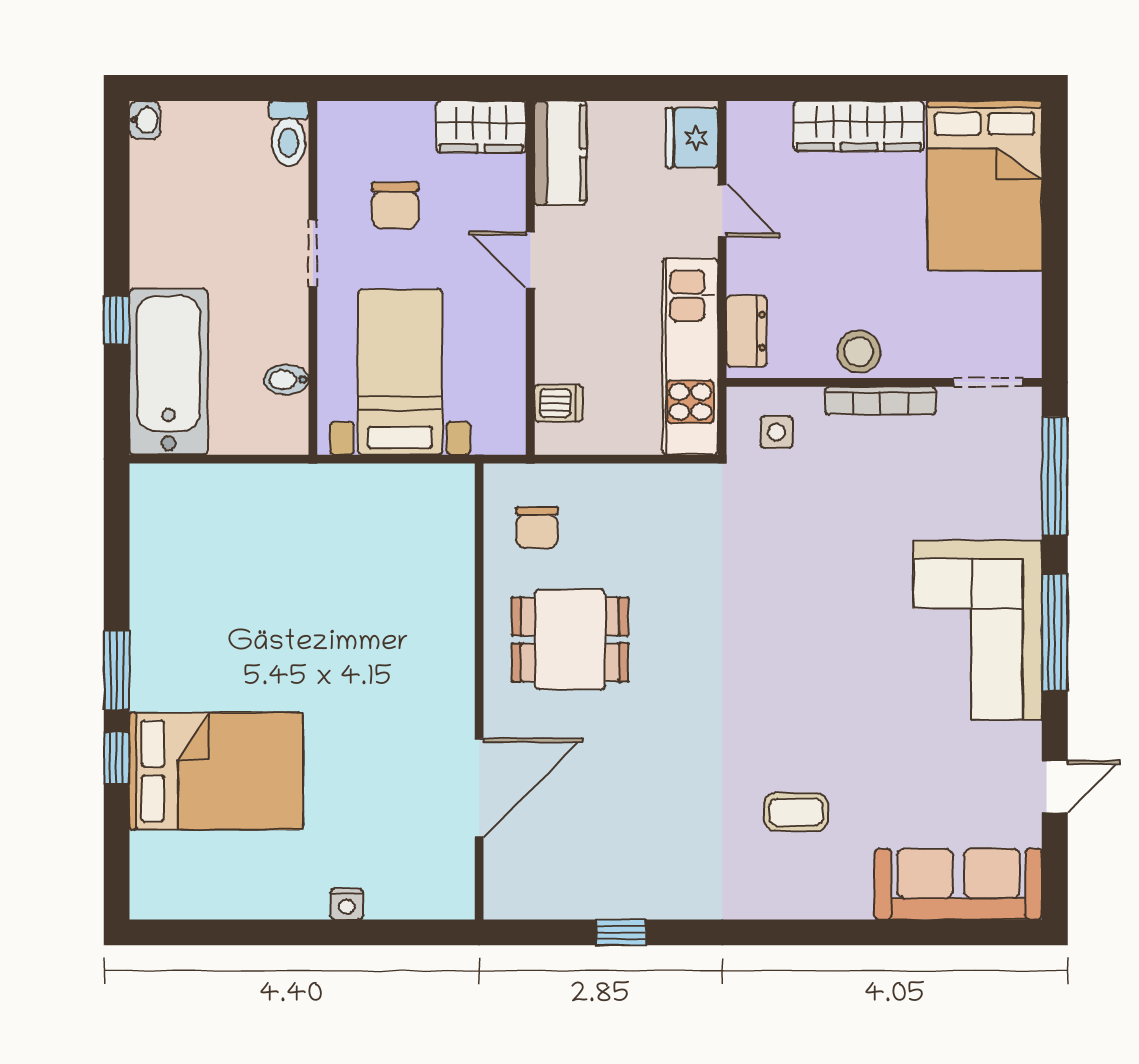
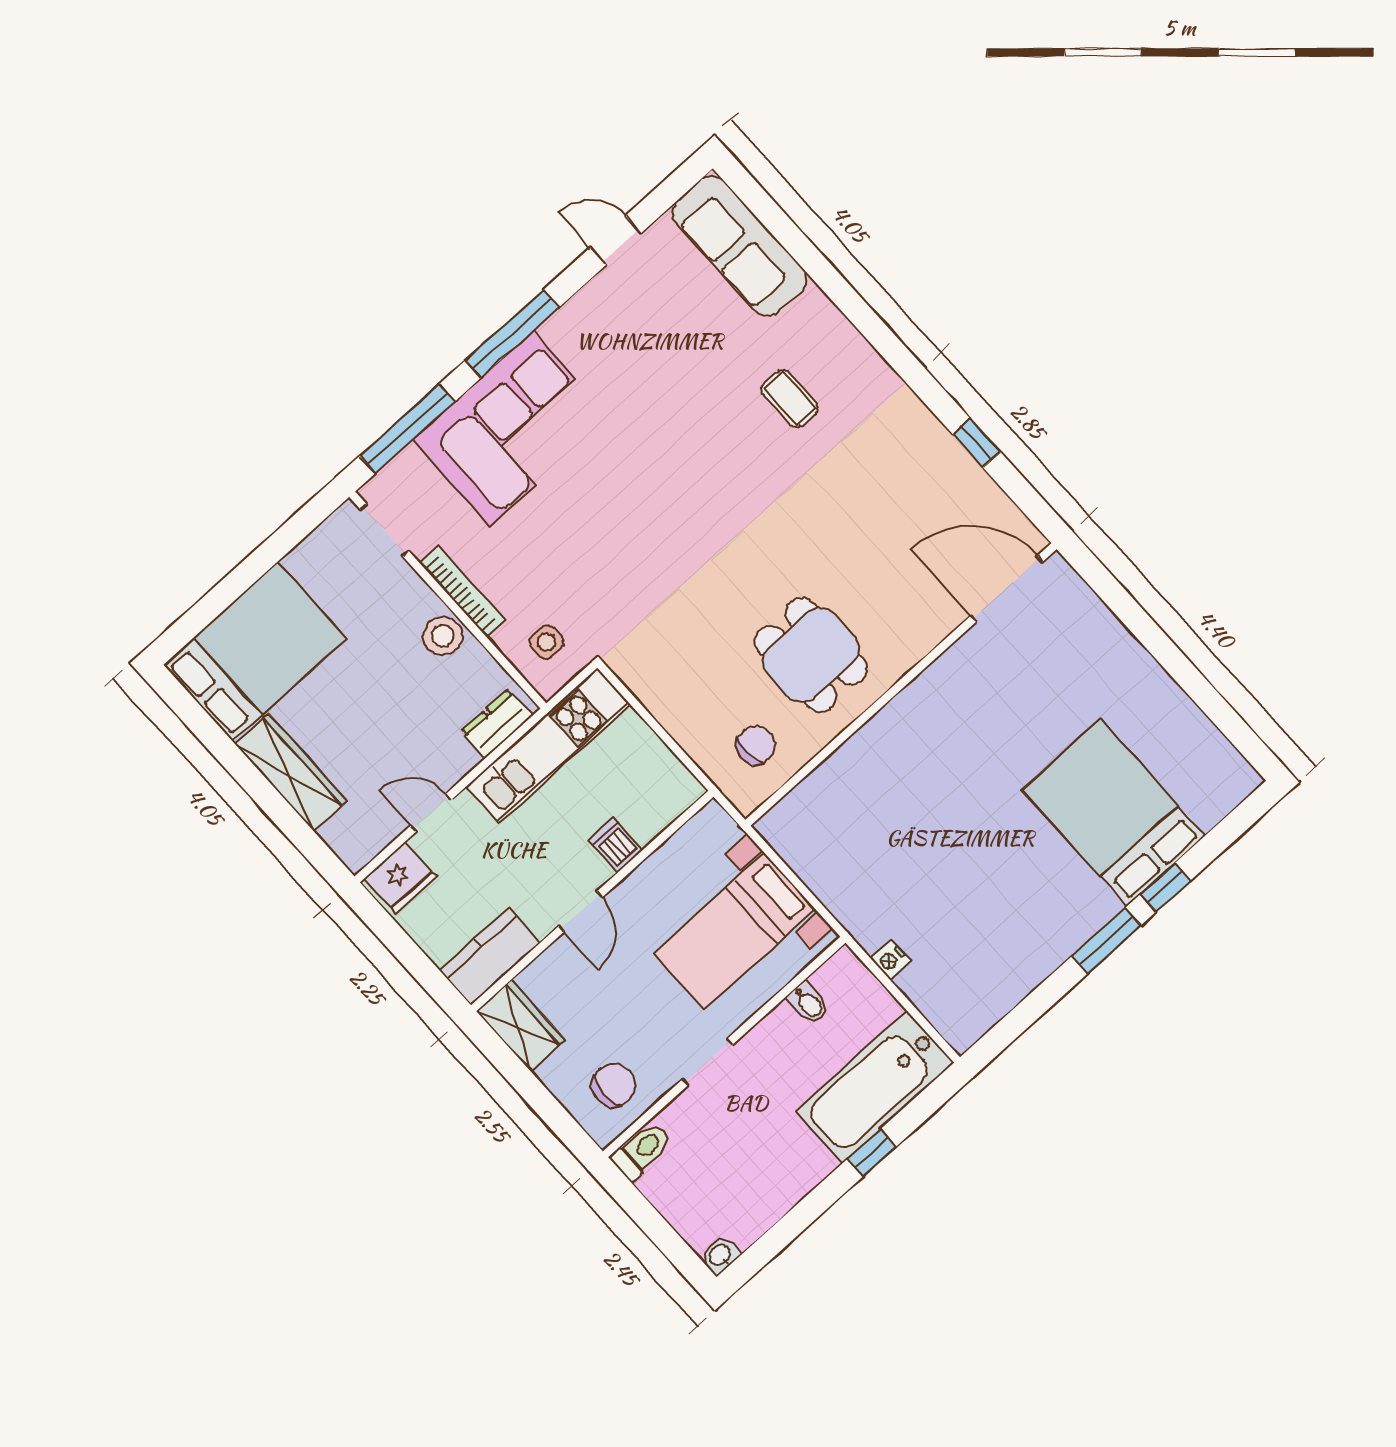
chair: (395, 206) -> (614, 1085), moved
door: (722, 211) -> (431, 813), hinge flipped
dishwasher: (558, 403) -> (616, 845), moved
corner sofa: (978, 630) -> (511, 428), moved
door: (479, 788) -> (1007, 589), moved
nightstand: (347, 904) -> (890, 960), moved, turned 180

